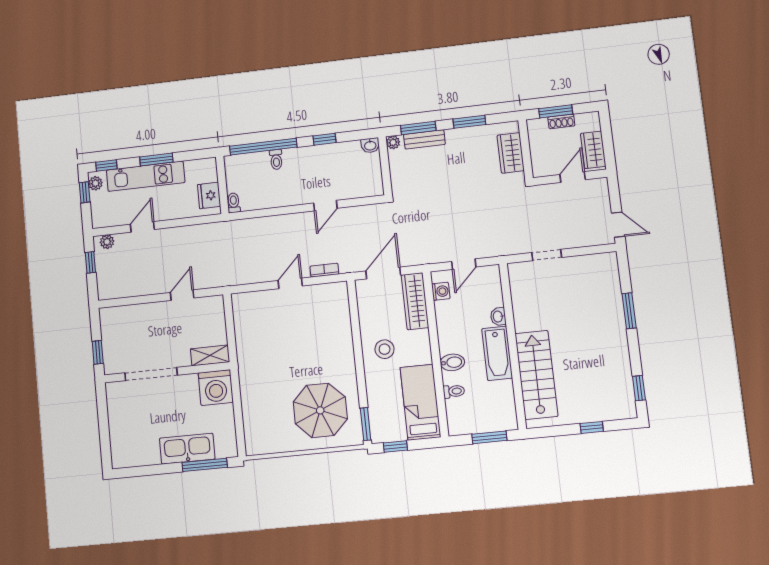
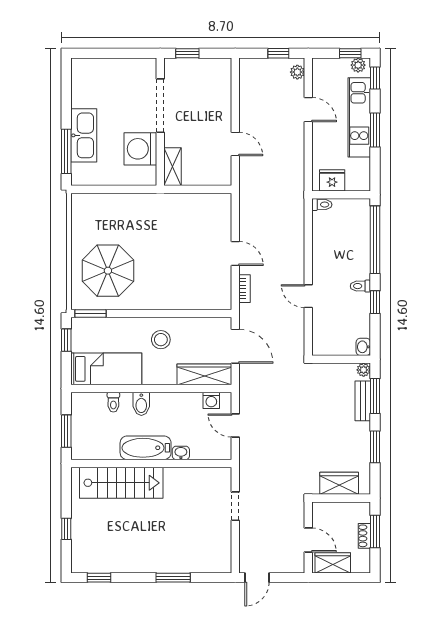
toilet: (276, 159) -> (360, 286), moved
washing machine: (216, 388) -> (140, 149), moved

